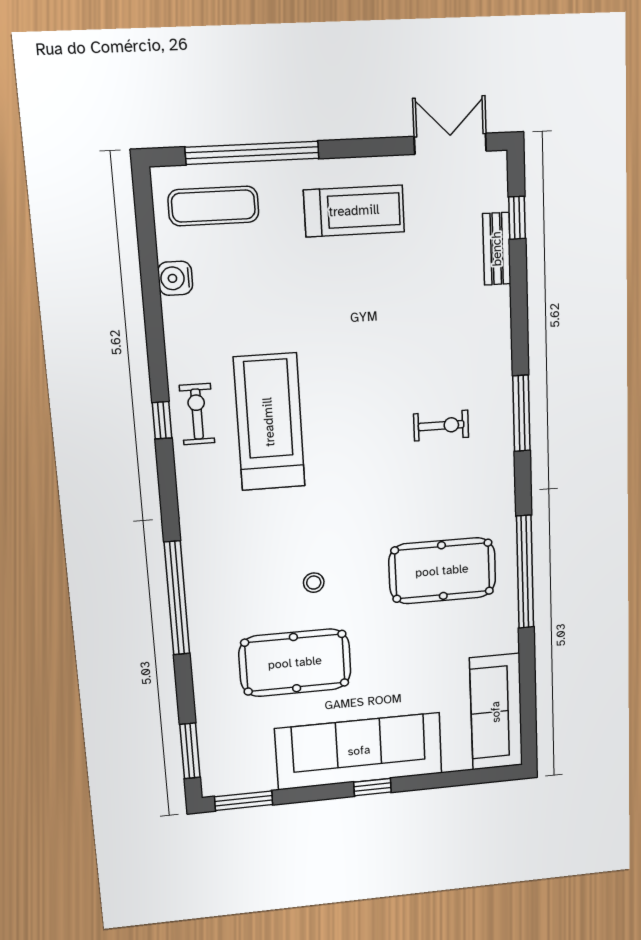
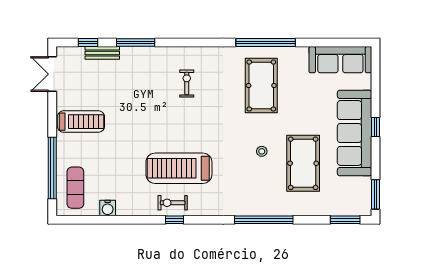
treadmill: (354, 211) -> (81, 122), turned 90
window: (521, 413) -> (136, 43), moved

